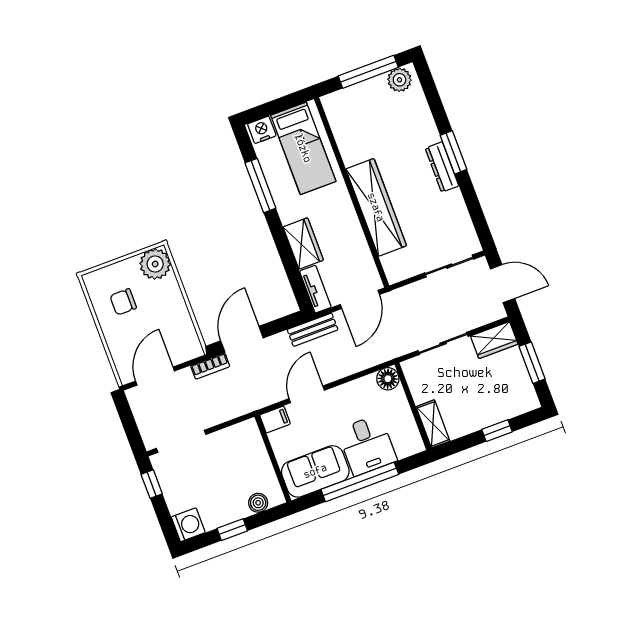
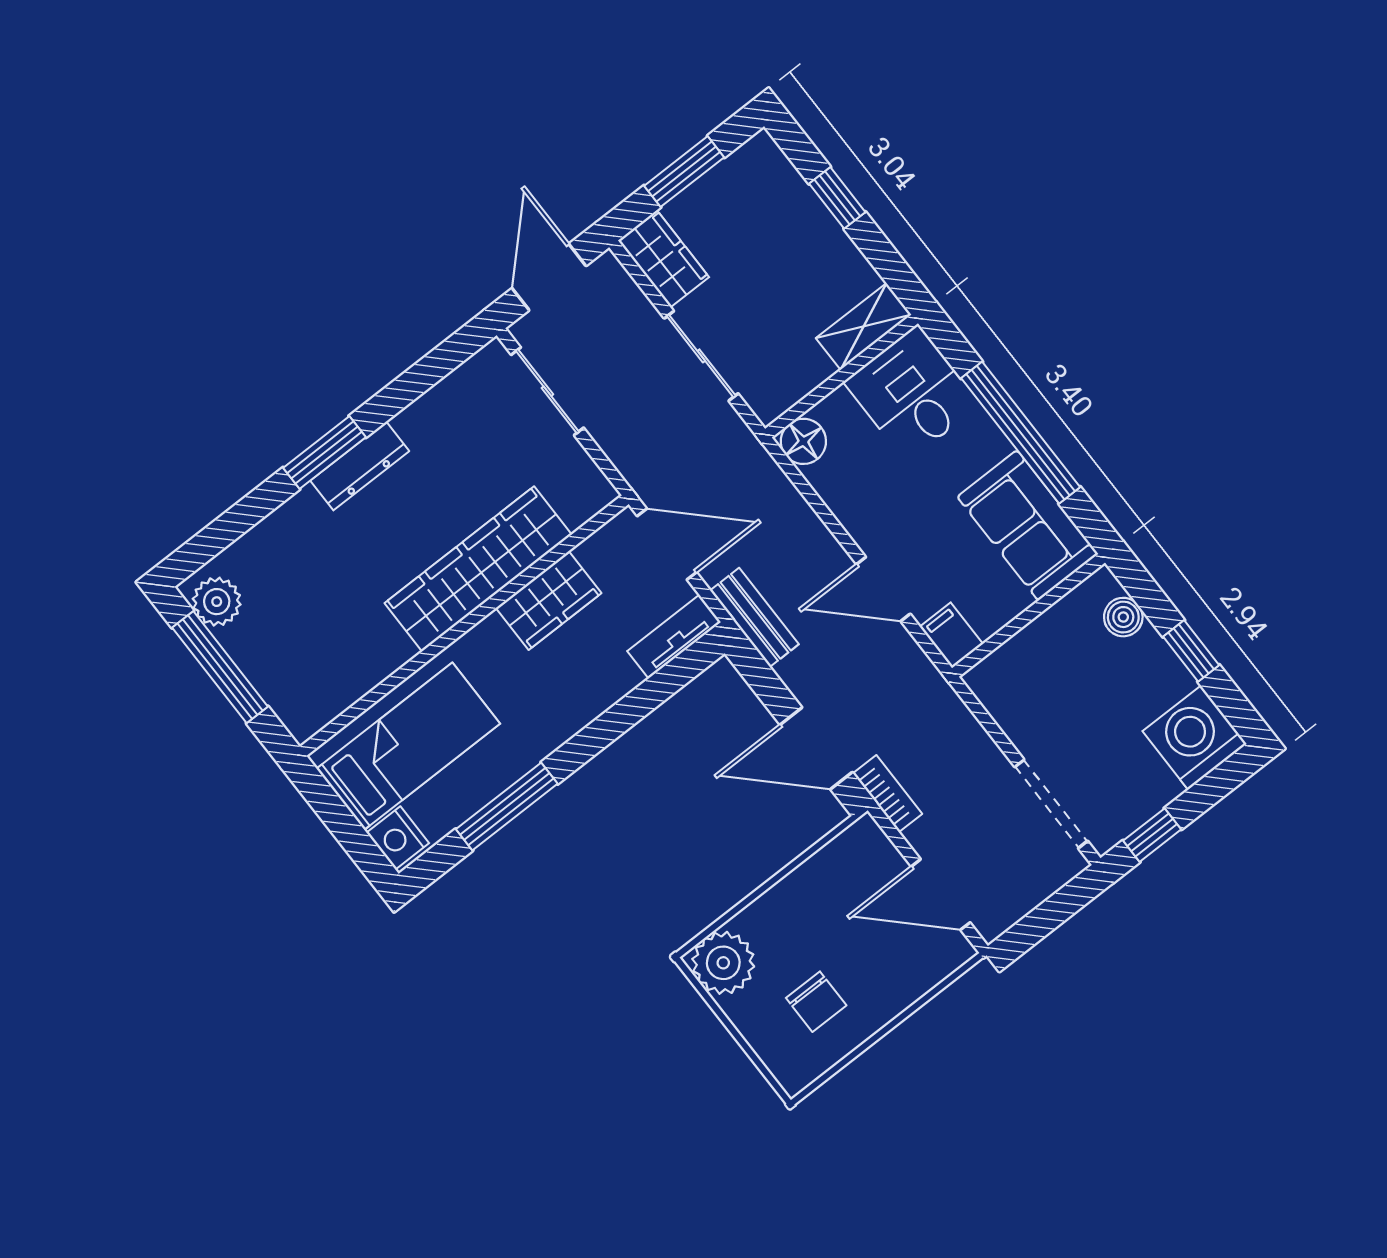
wardrobe: (303, 243) -> (549, 600), moved, turned 180
desk: (367, 445) -> (912, 393), moved, turned -90
washing machine: (188, 525) -> (1195, 738), width x1.37, depth x1.37

